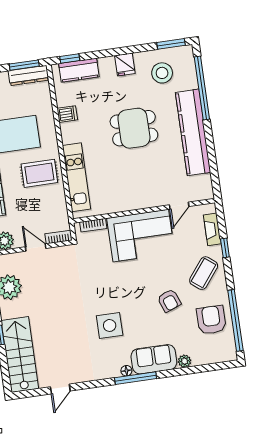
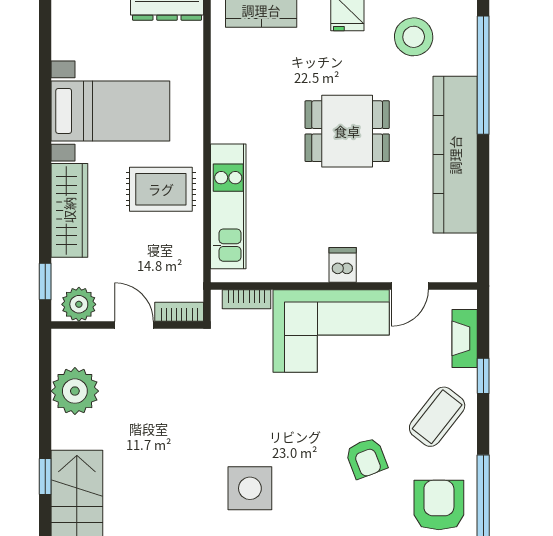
dishwasher: (67, 114) -> (343, 265), moved, turned -90

